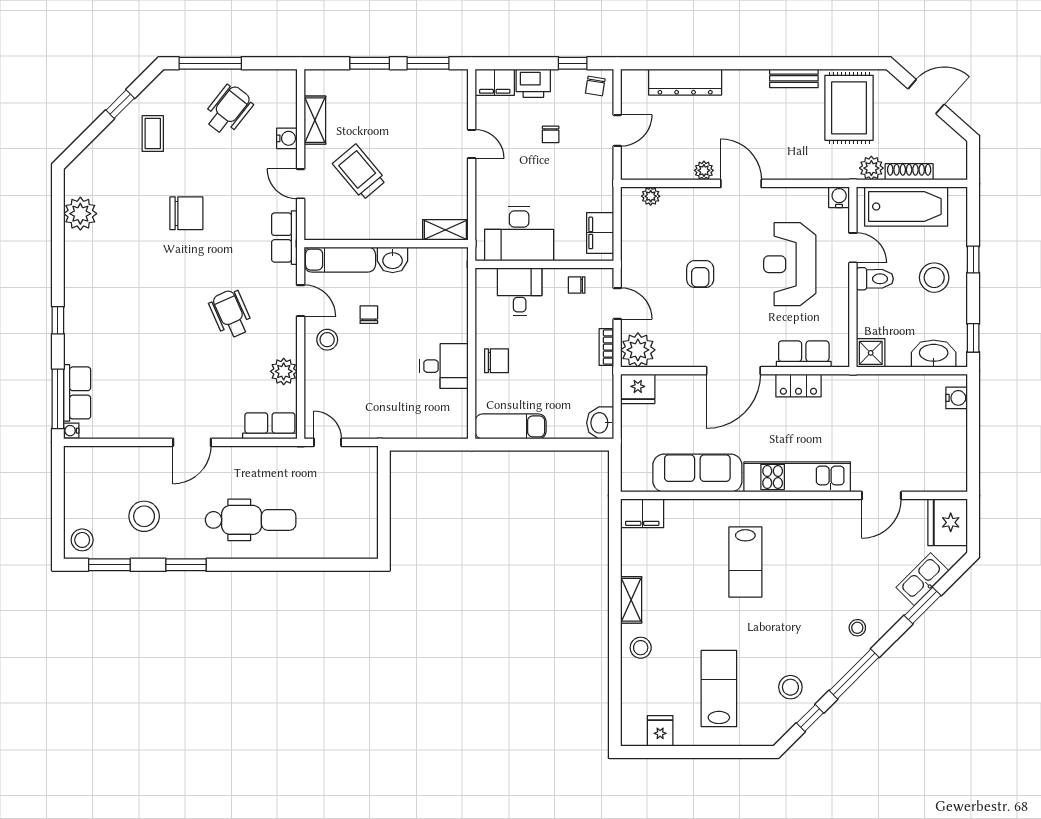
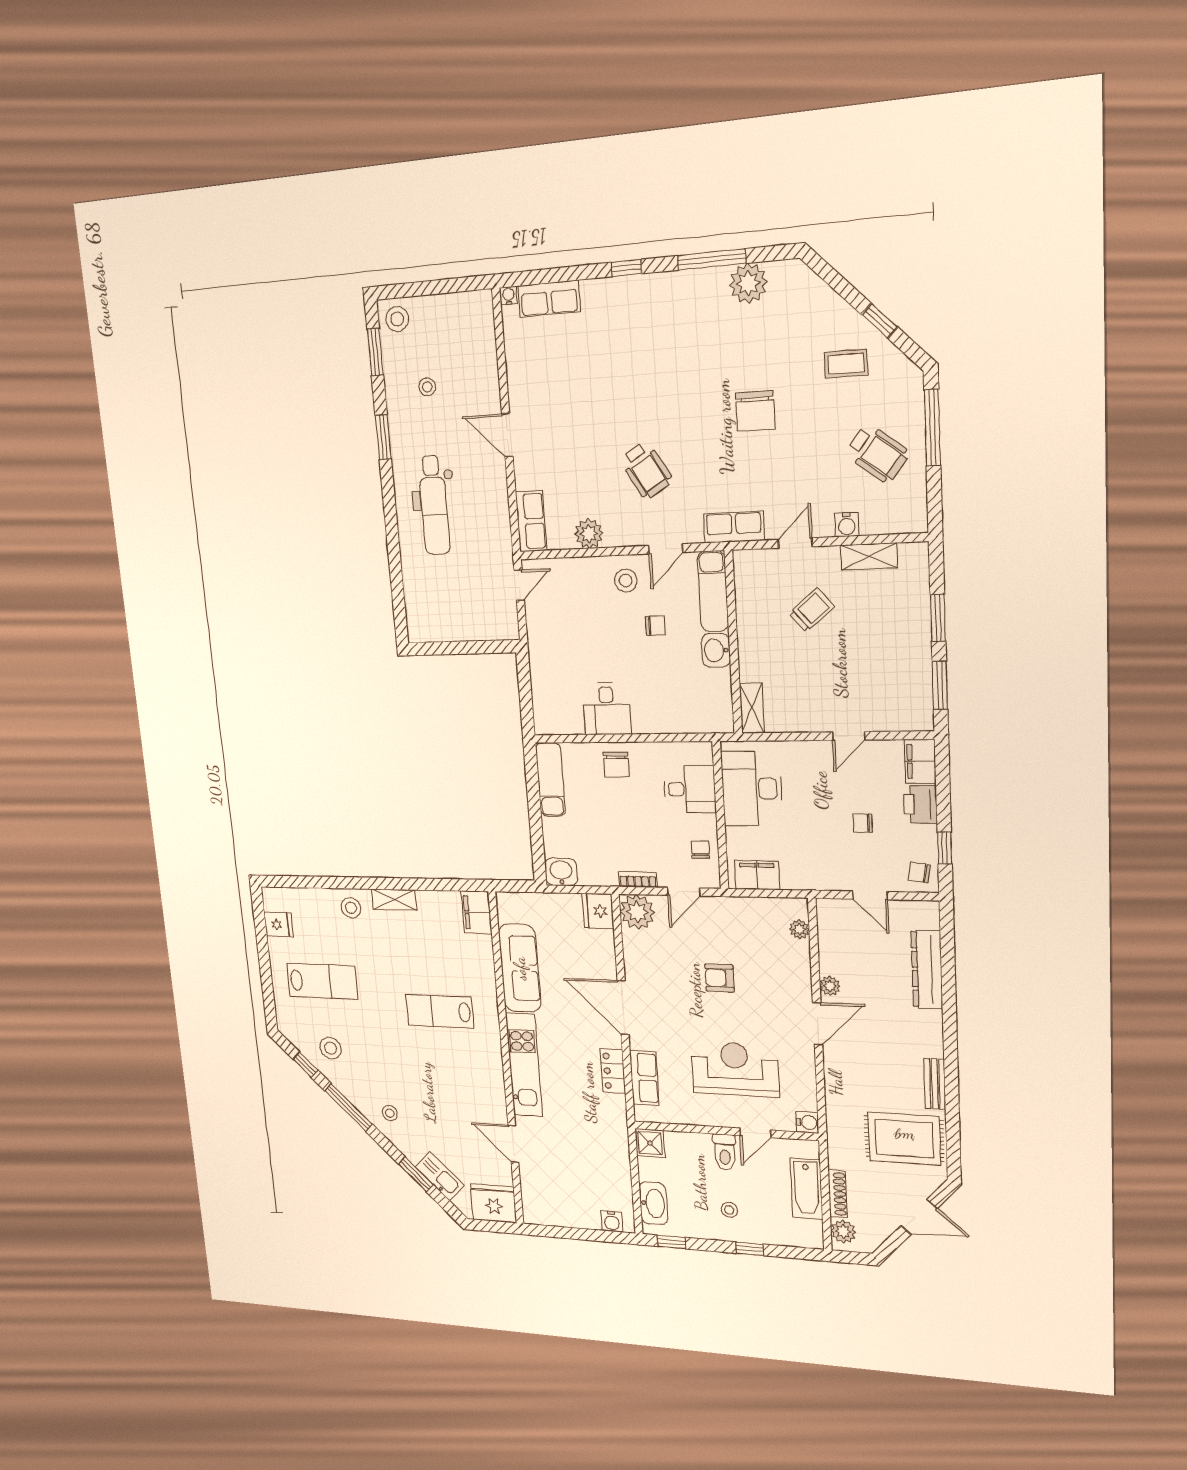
door: (926, 97) -> (919, 1217), hinge flipped
plant: (871, 168) -> (843, 1231), moved
trolley: (359, 172) -> (812, 610), width x0.73, depth x0.72
bathtub: (906, 206) -> (806, 1189), width x0.73, depth x0.73
stool: (934, 278) -> (729, 1210), width x0.53, depth x0.53
wheelchair: (231, 314) -> (646, 470), turned 83
window: (58, 399) -> (712, 259), moved
stool: (144, 516) -> (427, 387), width x0.53, depth x0.53

